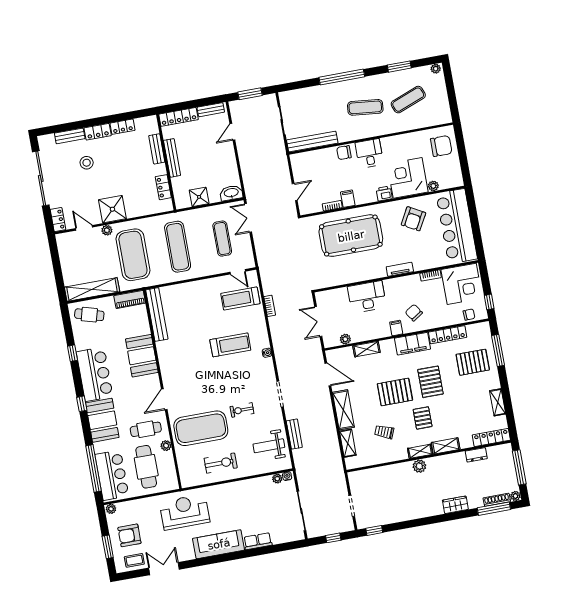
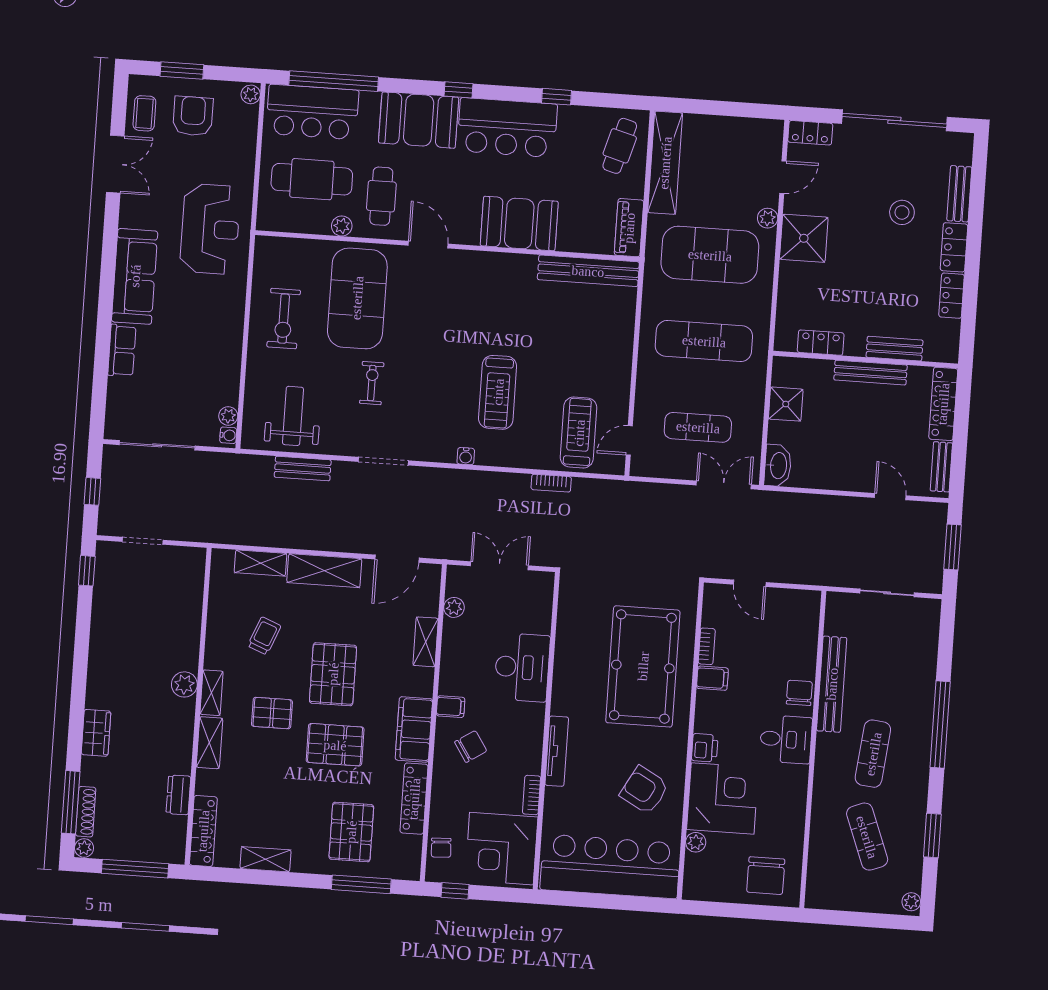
bench: (312, 141) -> (832, 684), moved
tv unit: (400, 269) -> (557, 751), width x1.41

